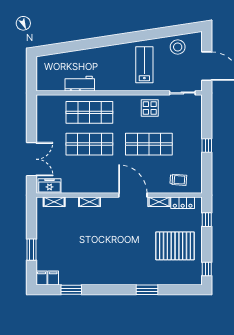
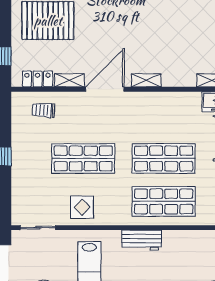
workbench: (80, 84) -> (142, 240), moved
door: (133, 195) -> (105, 89), swing flipped
shelving: (89, 202) -> (146, 80), moved

